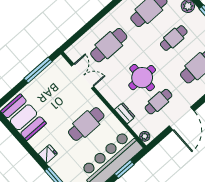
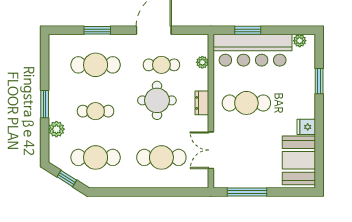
dresser: (125, 113) -> (202, 103), moved
plant: (145, 136) -> (202, 62), moved
fridge: (48, 154) -> (306, 127), moved

